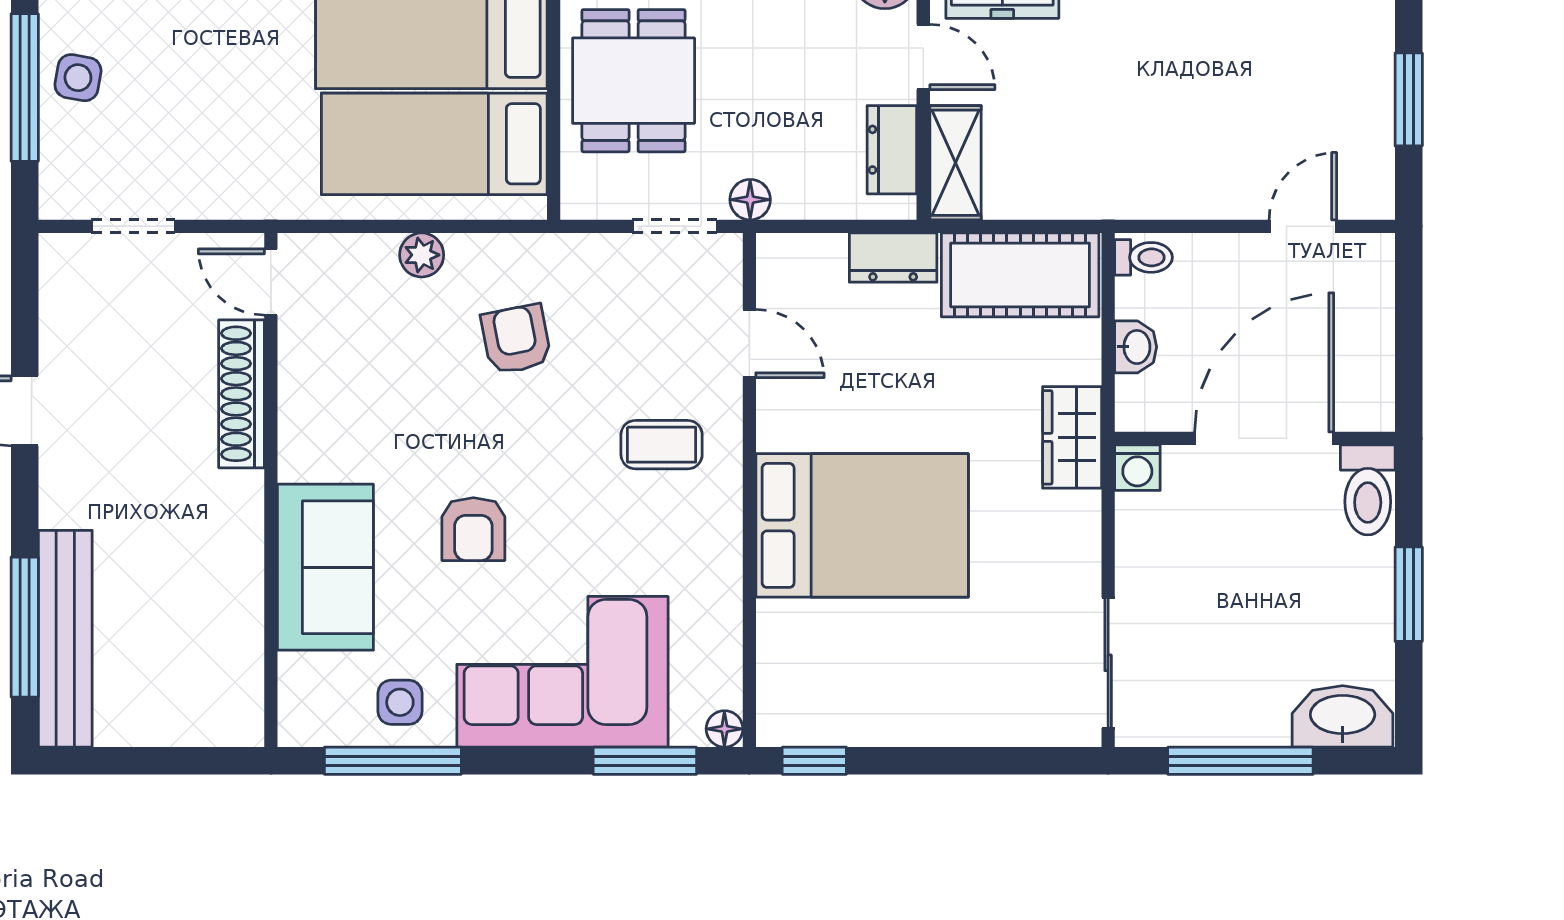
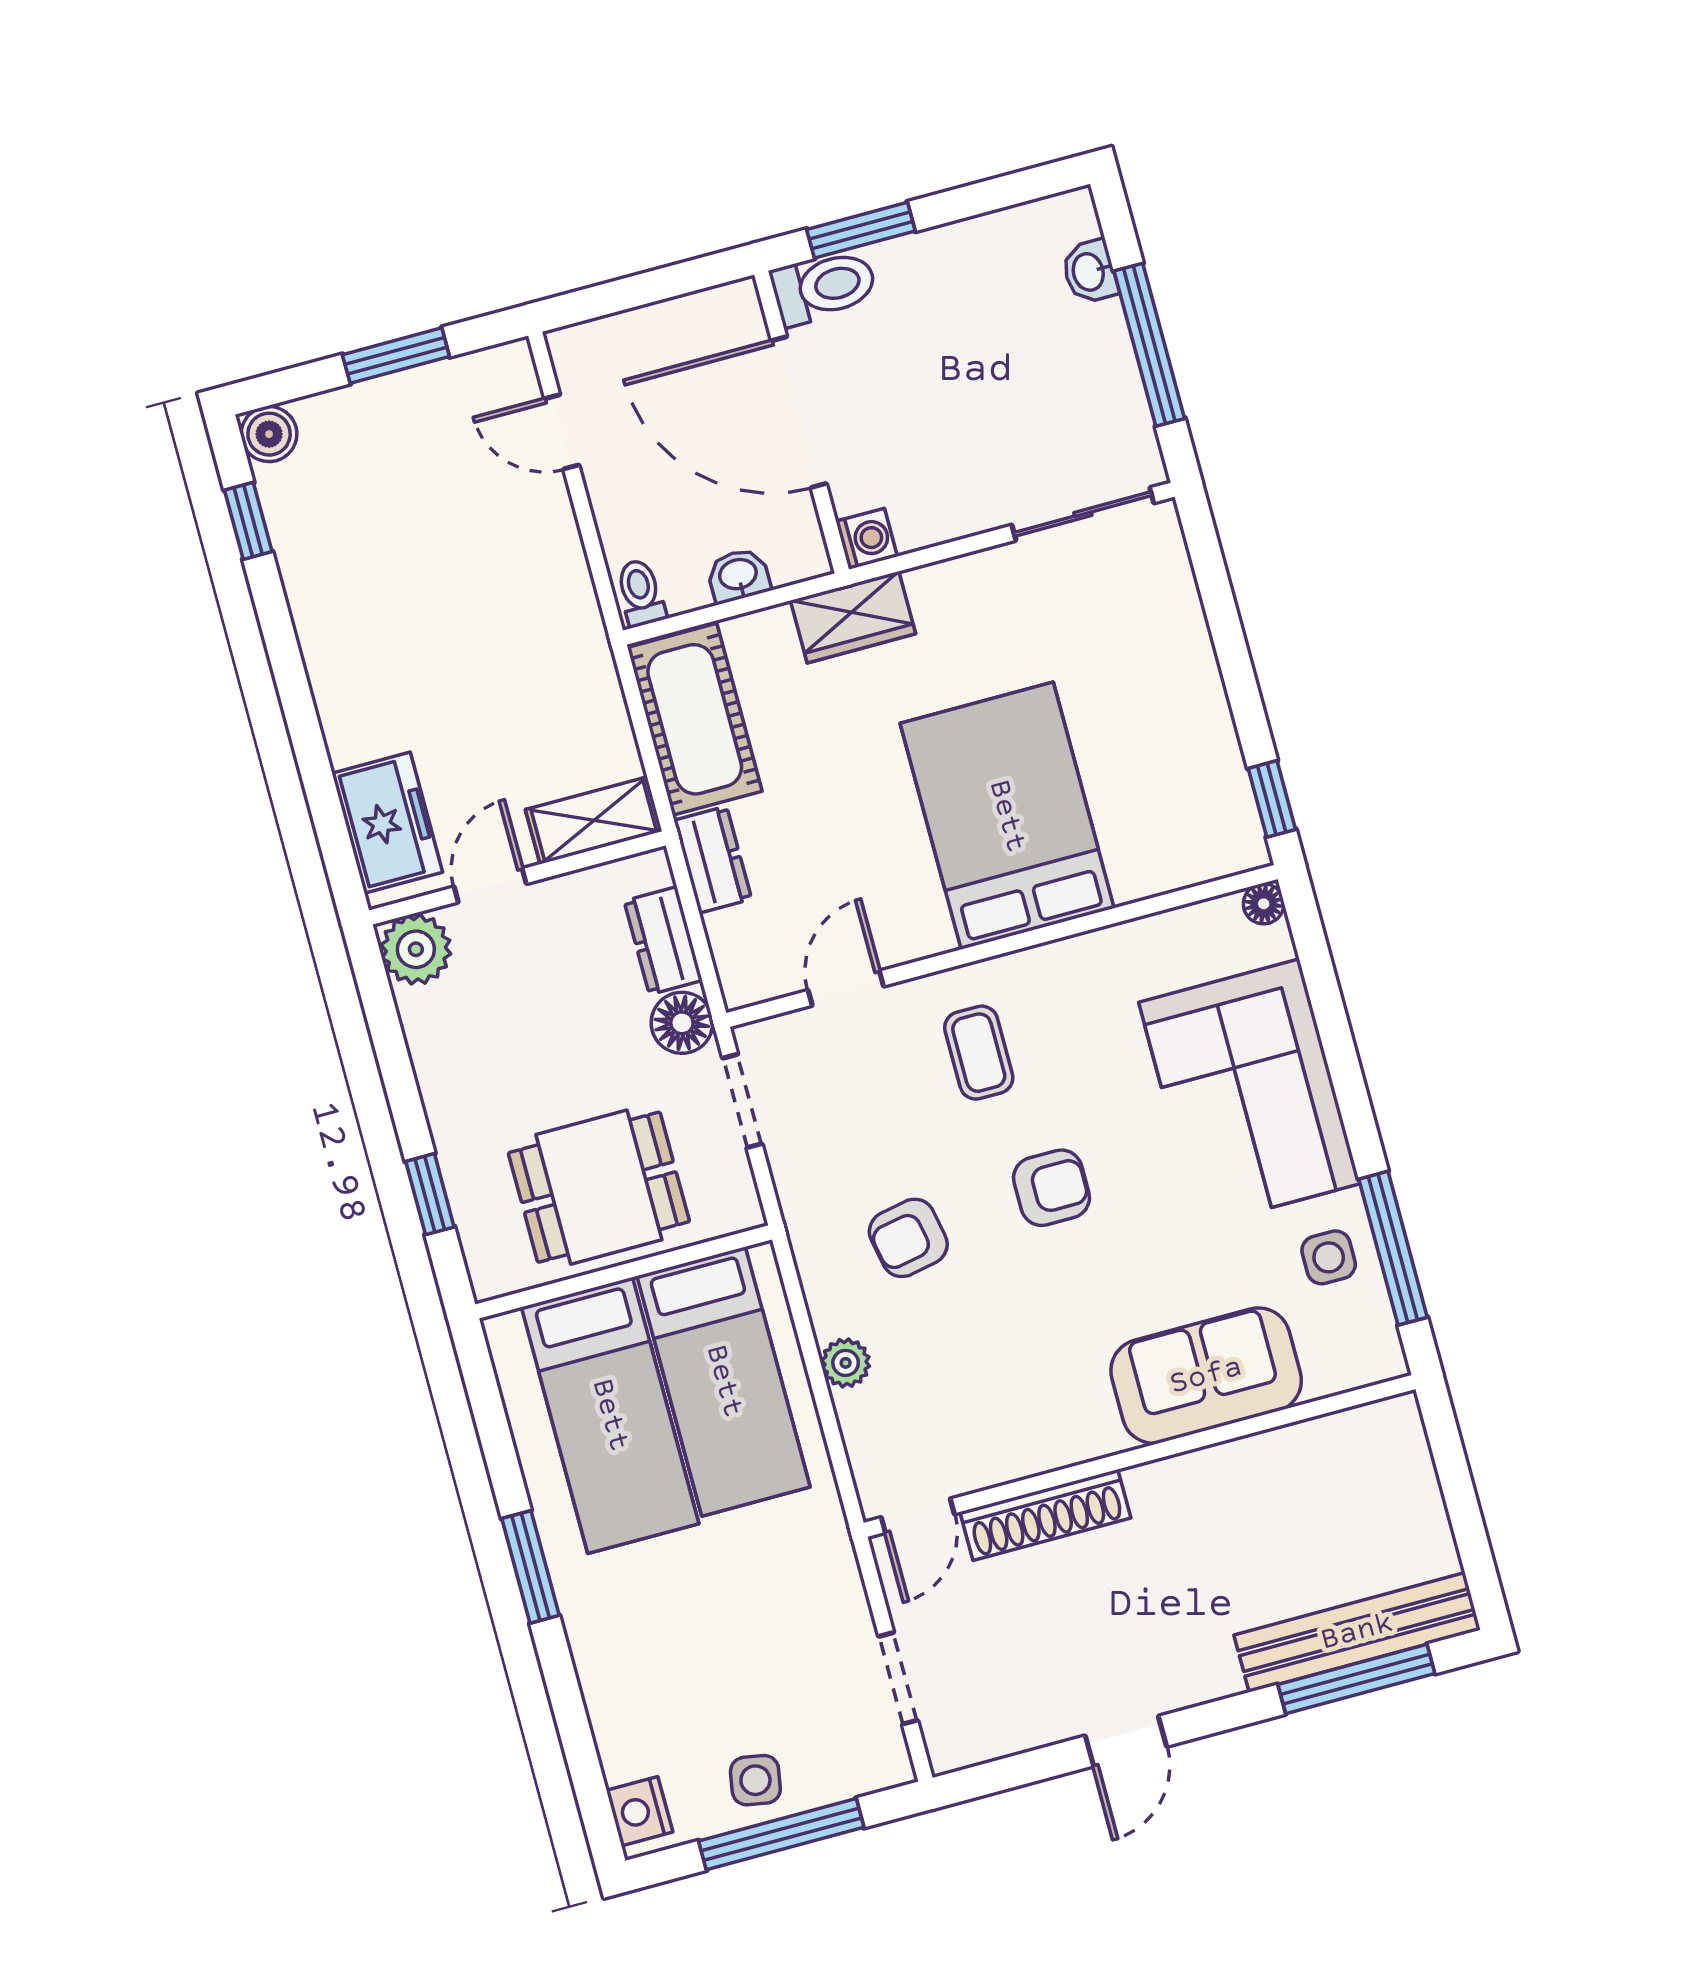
dresser: (892, 150) -> (663, 941), moved, turned 90
floor lamp: (750, 200) -> (682, 1023), width x1.37, depth x1.37
armchair: (473, 529) -> (1052, 1188), moved
window: (1409, 594) -> (861, 230), moved
washbasin: (1343, 716) -> (1090, 272), width x0.52, depth x0.69
window: (645, 761) -> (1321, 980), removed

